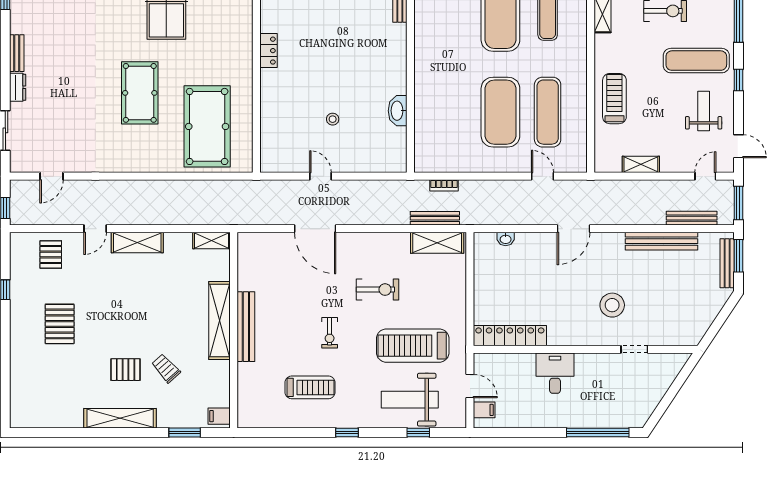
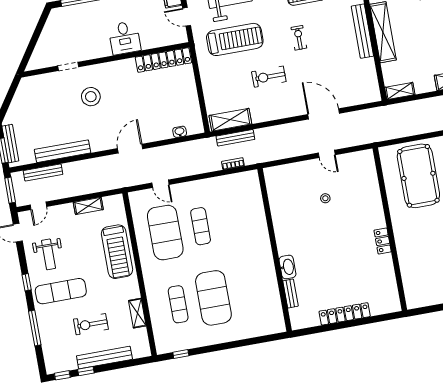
treadmill: (614, 99) -> (117, 252), width x1.37, depth x1.38
washbasin: (398, 111) -> (287, 267), moved
exercise mat: (500, 112) -> (201, 226), width x0.50, depth x0.69
exercise mat: (548, 112) -> (165, 233), width x1.47

